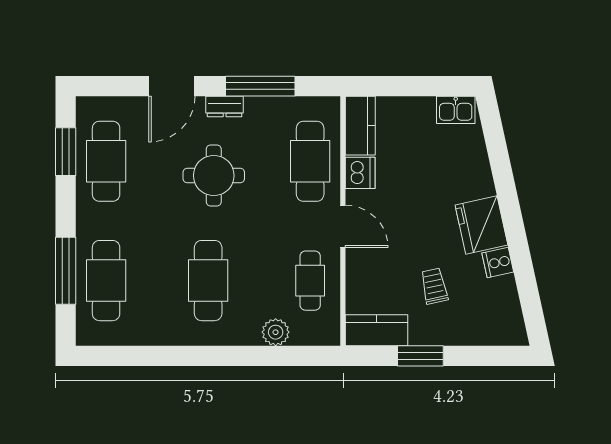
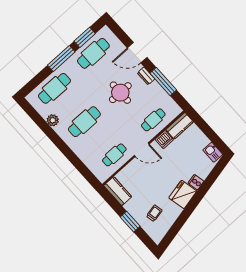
cafe table: (310, 161) -> (153, 120), width x0.73, depth x0.74
door: (343, 226) -> (142, 150), hinge flipped
cooker: (498, 262) -> (196, 182), moved
window: (66, 271) -> (61, 58), moved
trolley: (434, 286) -> (154, 213), moved
plant: (276, 332) -> (53, 120), moved
window: (420, 356) -> (130, 222), moved

